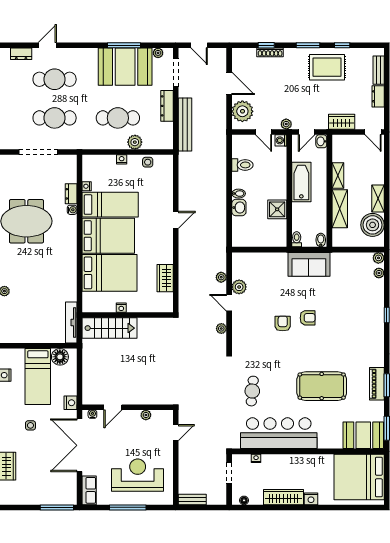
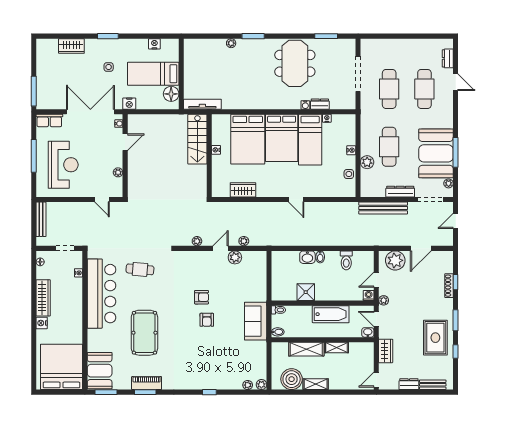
door: (113, 407) -> (125, 142), swing flipped
bench: (192, 499) -> (41, 219), width x1.36

